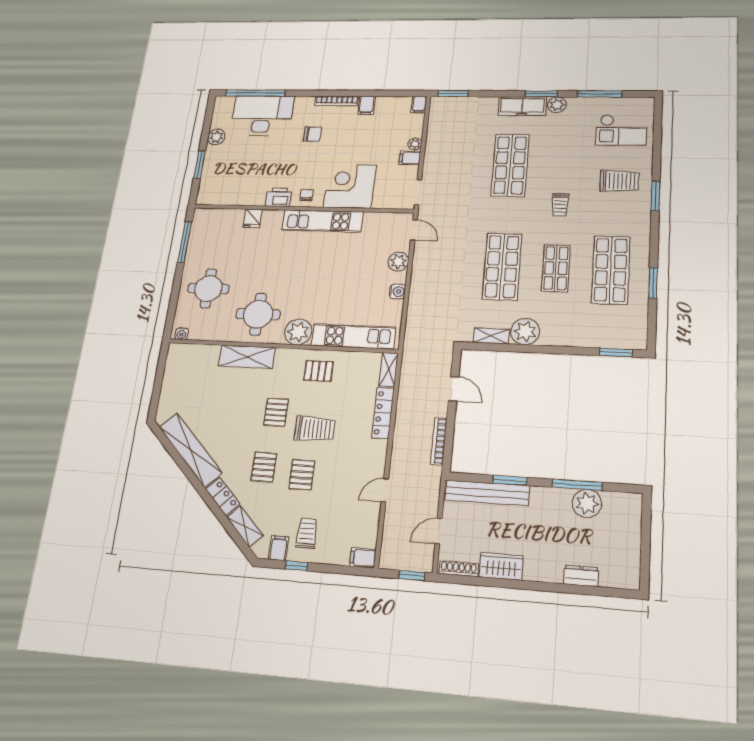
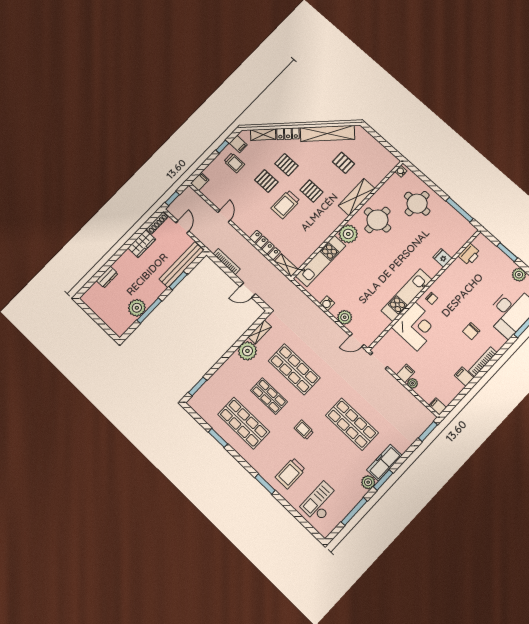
printer: (278, 197) -> (469, 254), moved
pallet: (318, 371) -> (344, 163), moved, turned 90

